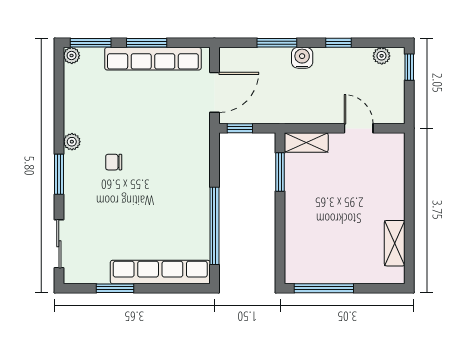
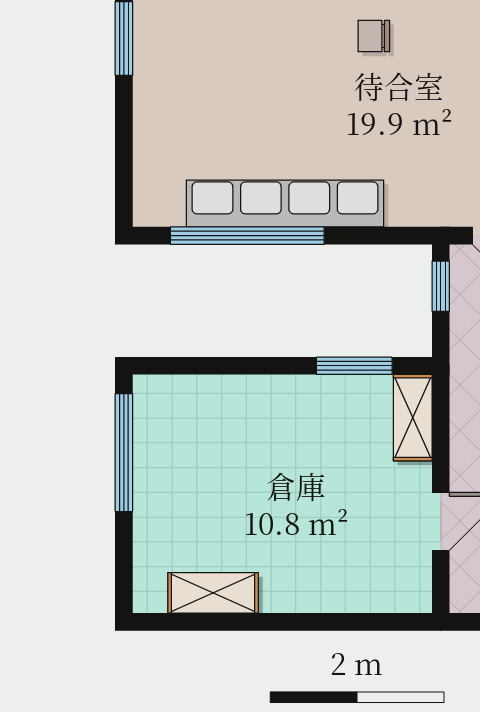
chair: (114, 162) -> (374, 36), turned -90
row of seats: (160, 272) -> (285, 204), moved, turned -90

